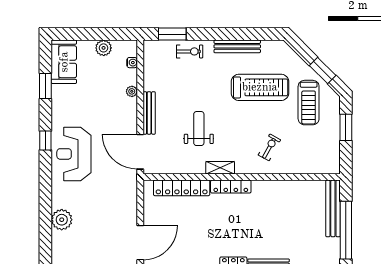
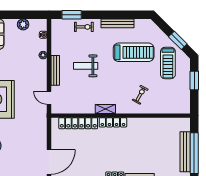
weight bench: (199, 129) -> (86, 66), moved, turned -90
door: (140, 152) -> (49, 98), width x0.53
bench: (333, 208) -> (185, 152), moved

